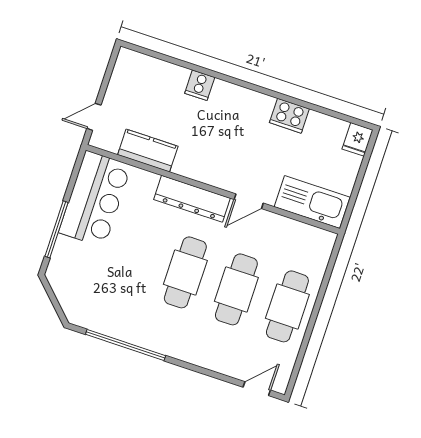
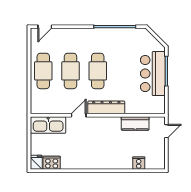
cooker: (200, 85) -> (139, 163), moved
cooker: (289, 116) -> (52, 163), moved
bar counter: (95, 199) -> (153, 74), moved

